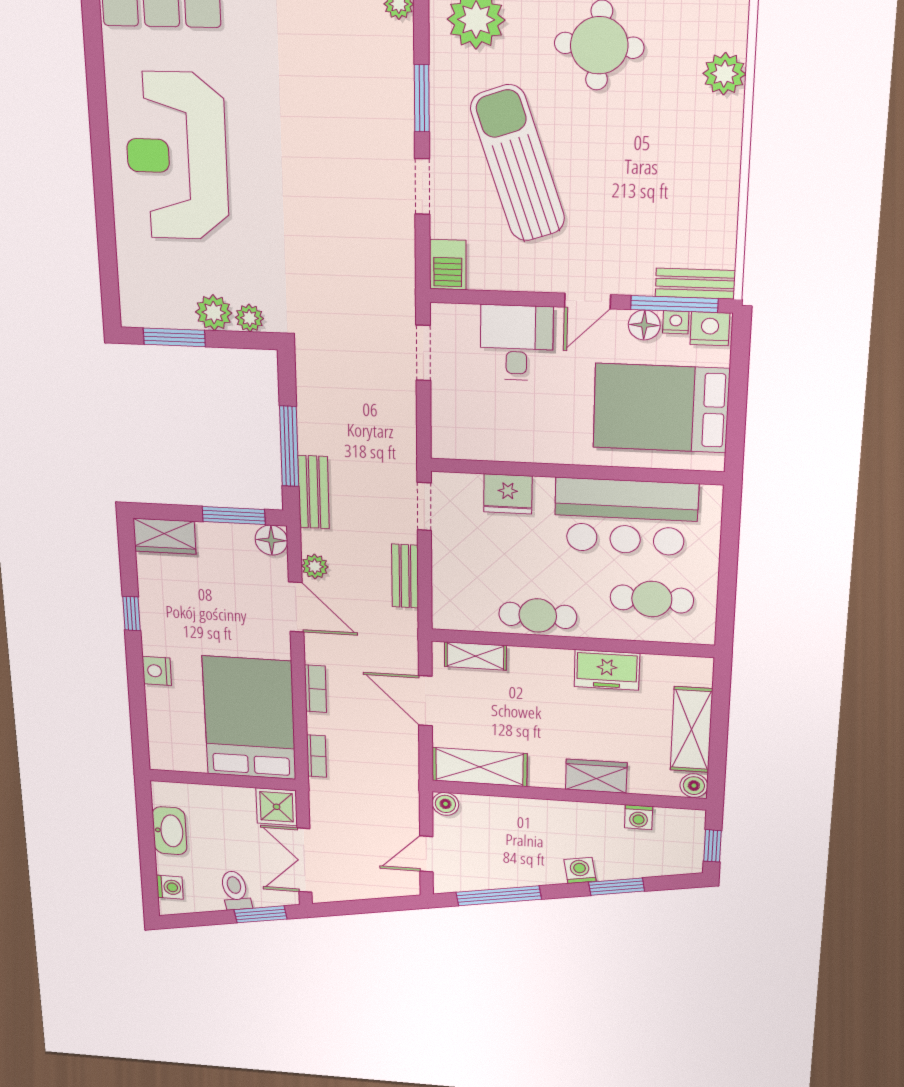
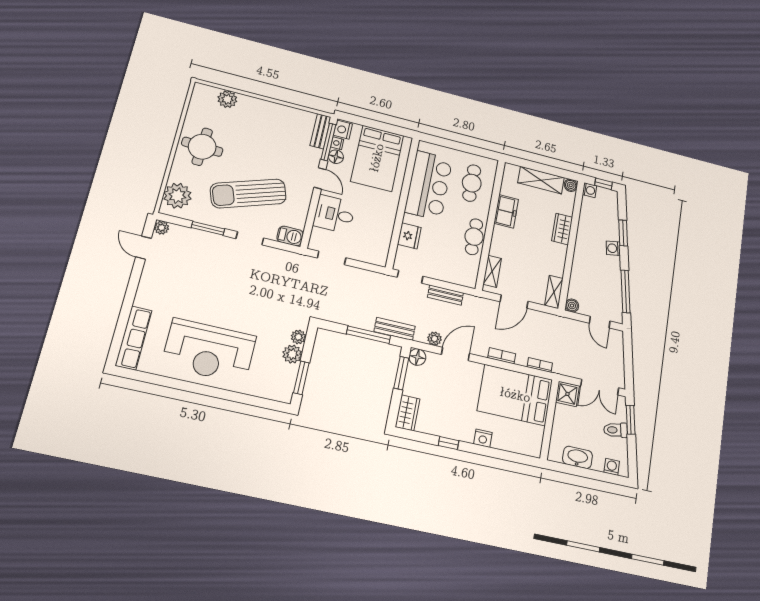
shelving: (479, 767) -> (554, 292), width x0.67, depth x0.75
washing machine: (639, 817) -> (589, 190), moved

